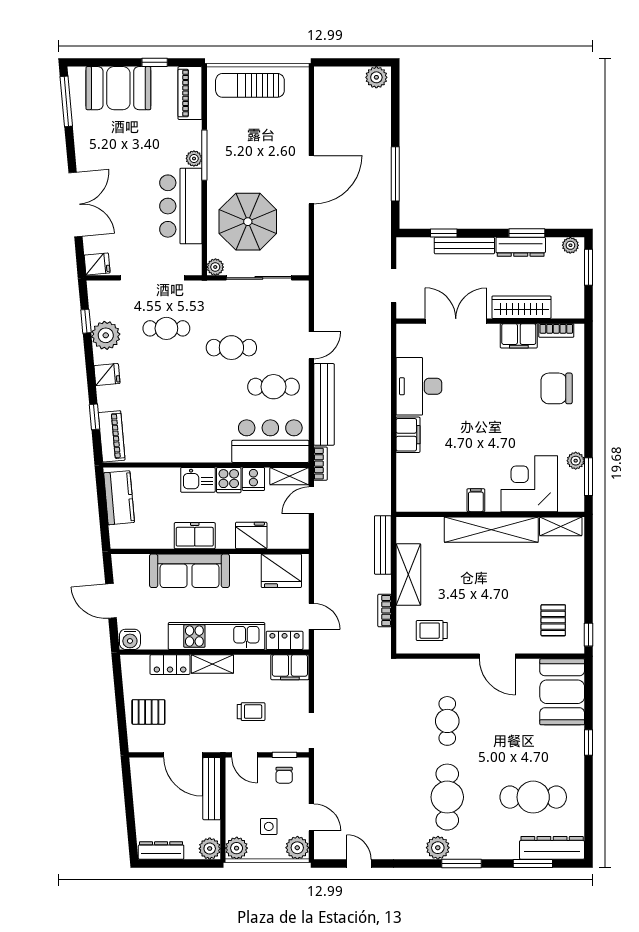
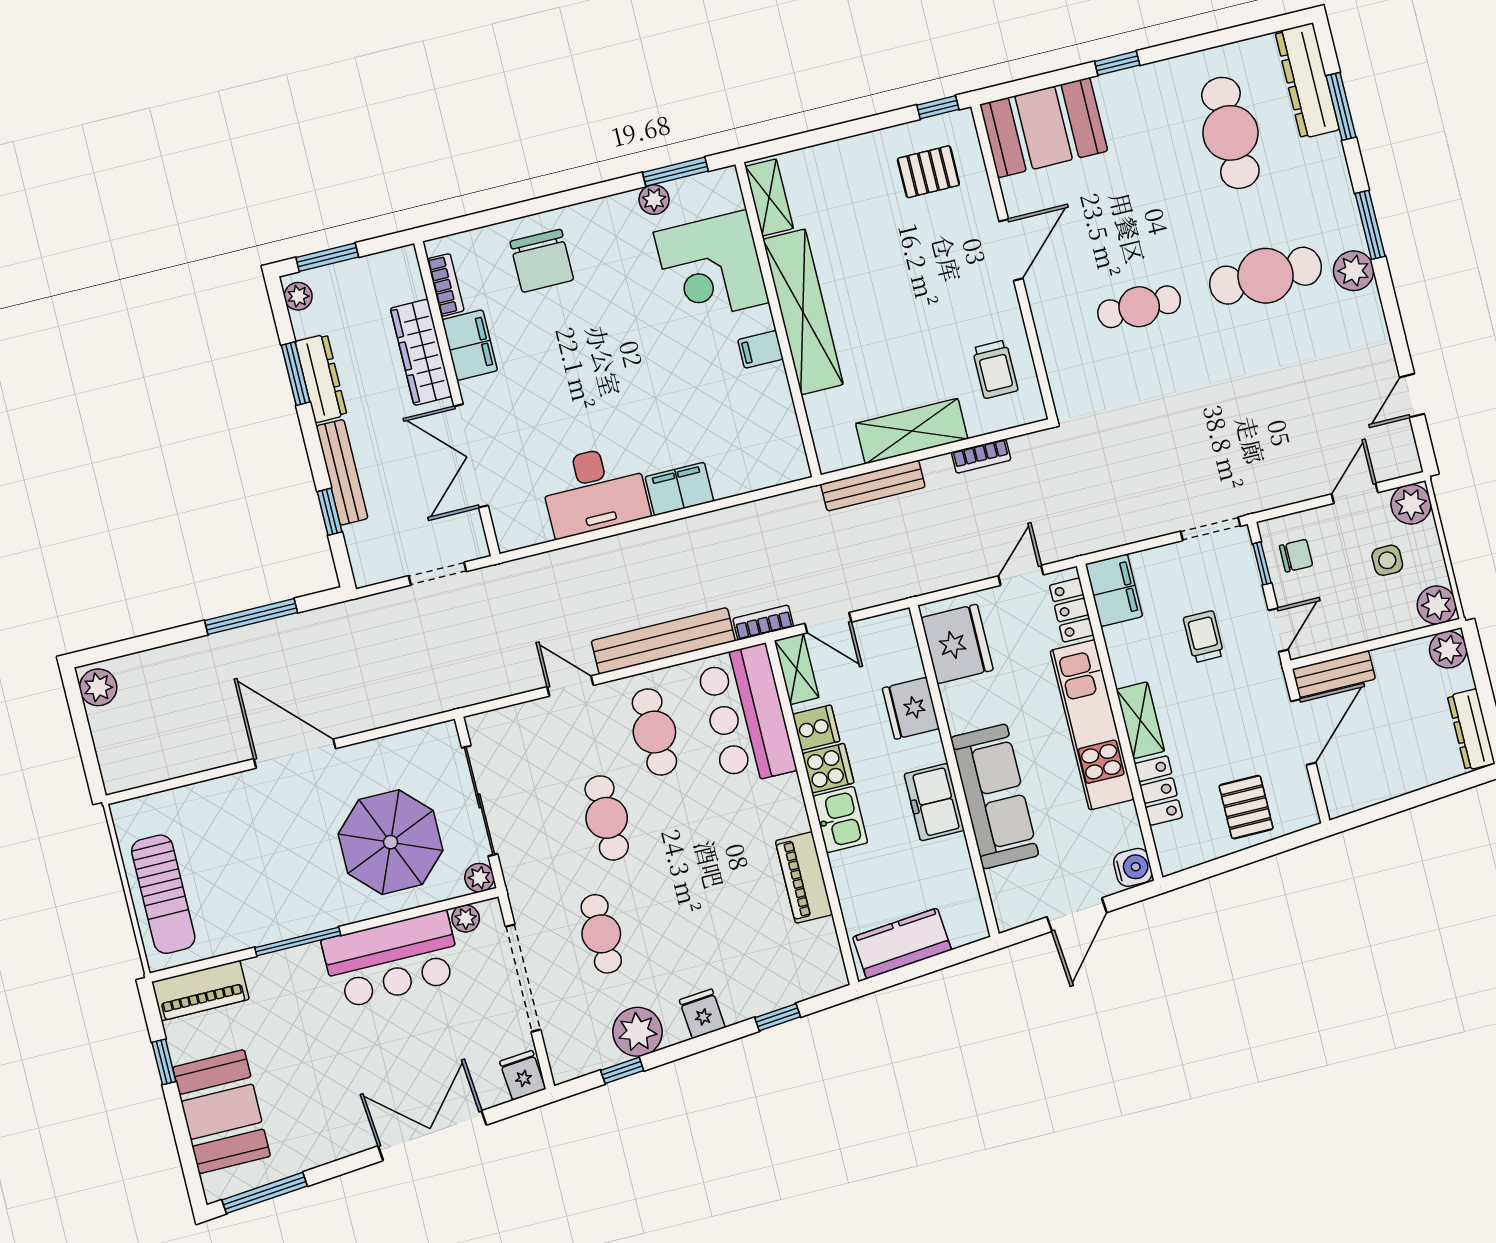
plant: (194, 159) -> (466, 918), moved
piano: (112, 436) -> (804, 878), moved, turned -85
bench: (212, 789) -> (1334, 674), width x0.73

